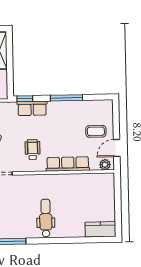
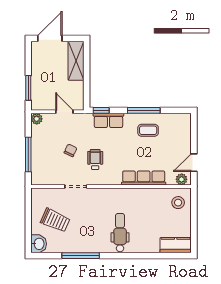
coffee table: (96, 131) -> (148, 130), moved
wheelchair: (33, 149) -> (95, 159), moved
stool: (102, 188) -> (178, 203), added

